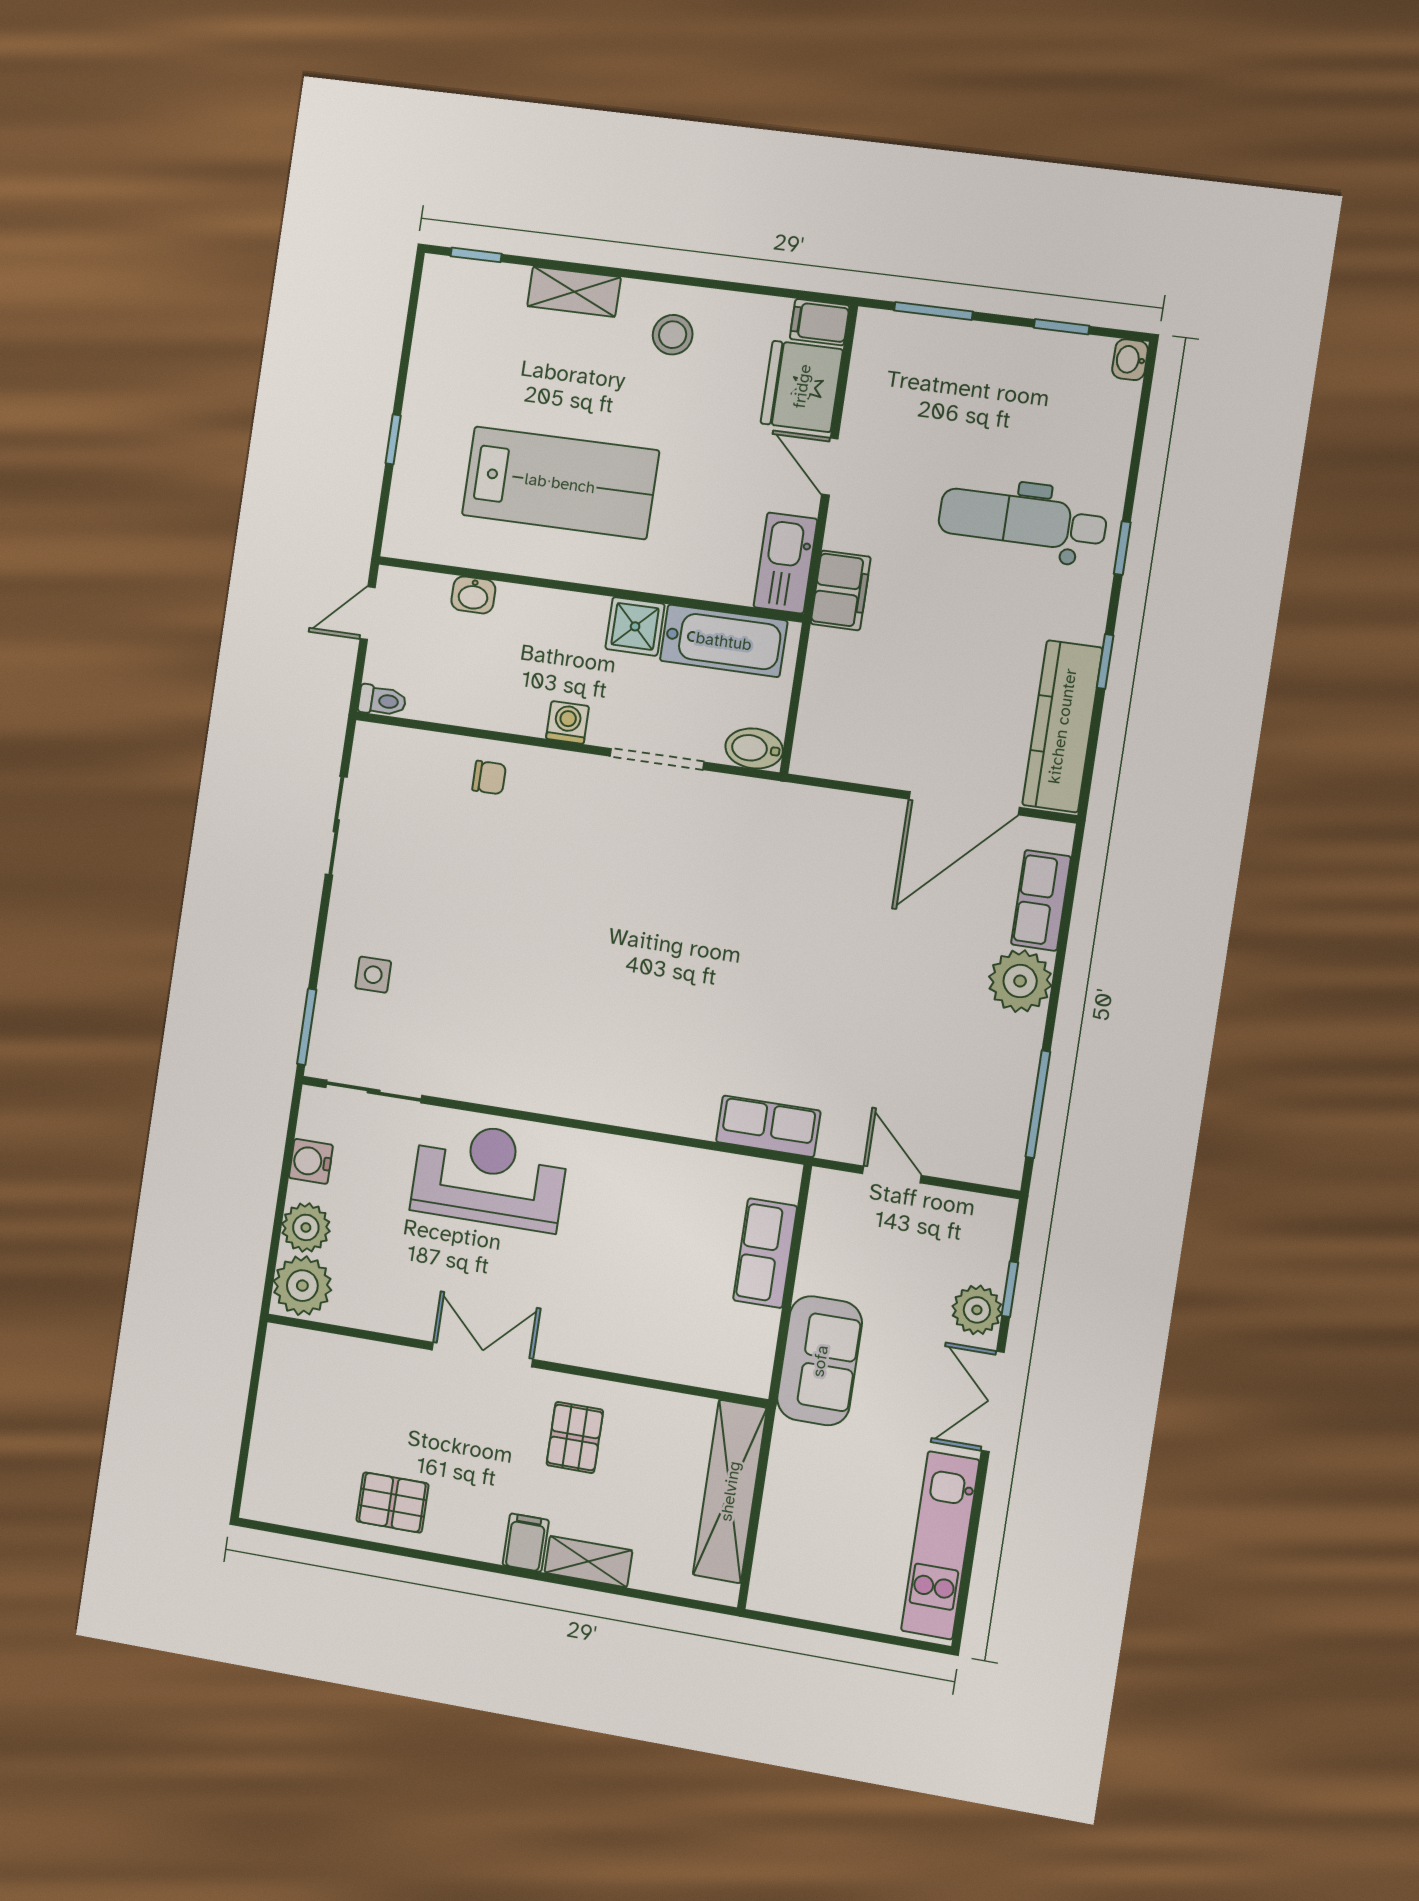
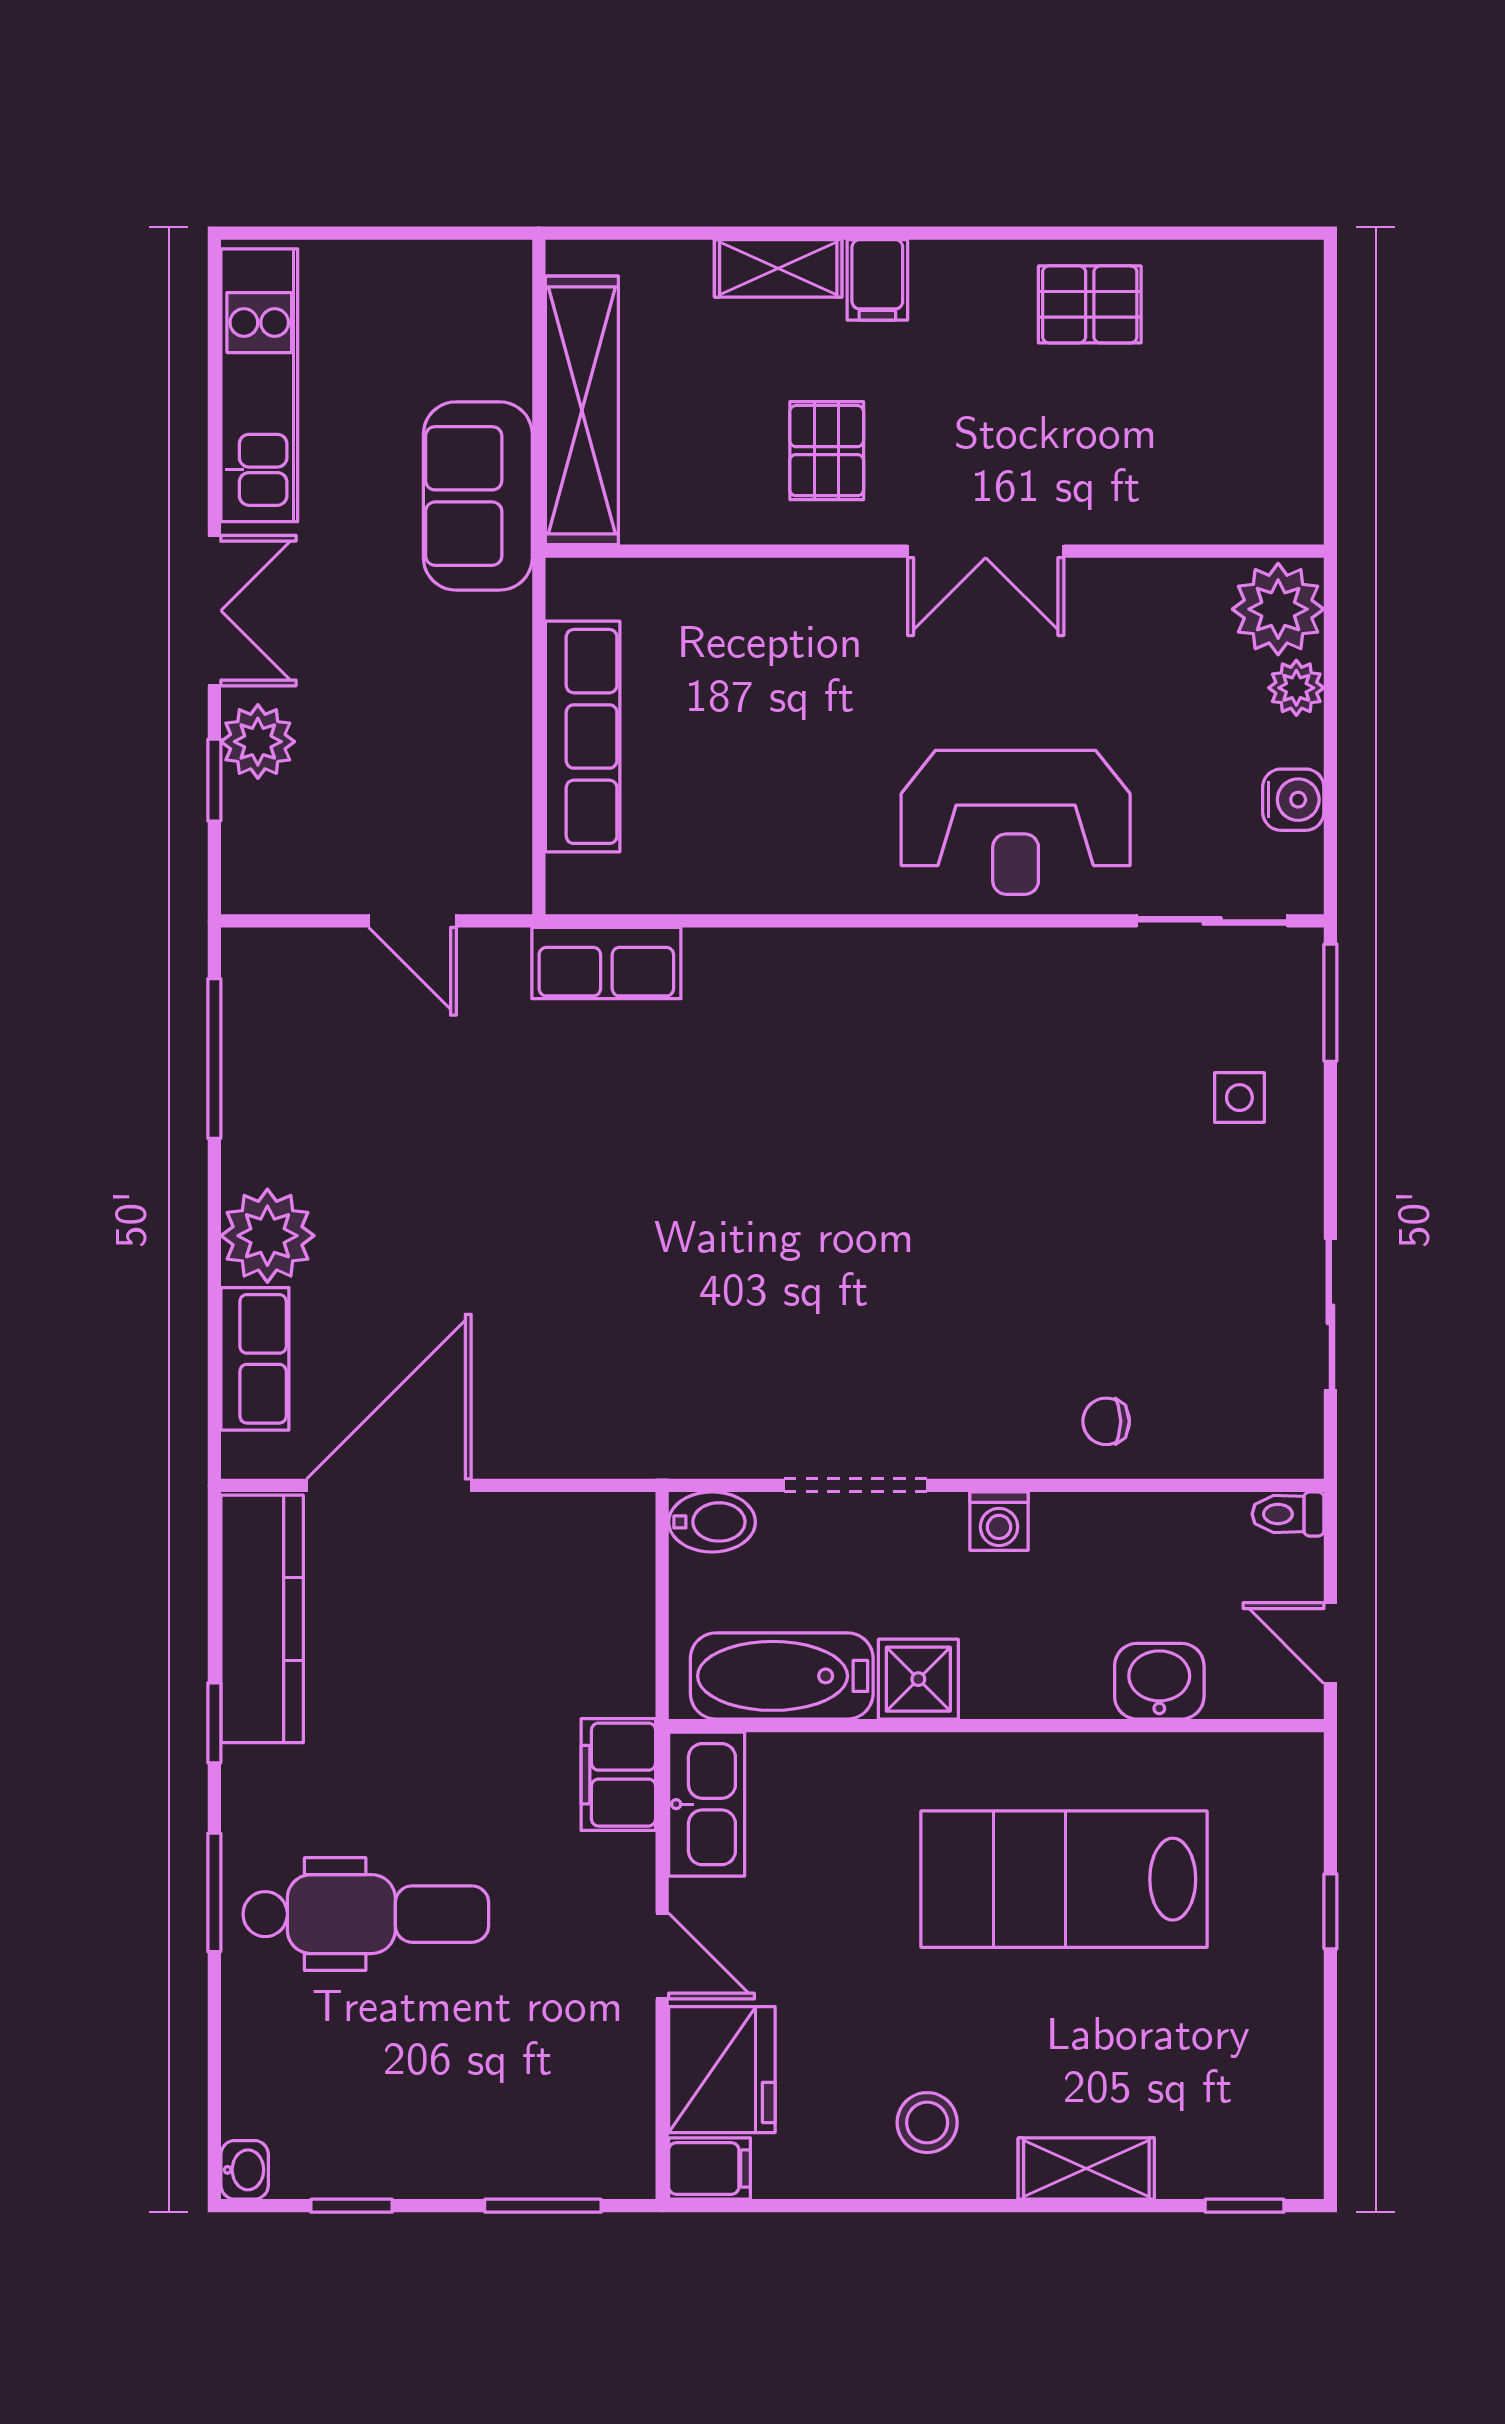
window: (1122, 548) -> (214, 1892), width x1.50
washbasin: (473, 595) -> (1159, 1681), width x1.38, depth x1.45
door: (368, 613) -> (1330, 1643), swing flipped
plant: (306, 1227) -> (1296, 688), width x0.73, depth x0.73
row of seats: (765, 1253) -> (583, 736), width x1.48
sofa: (820, 1361) -> (478, 496), moved

